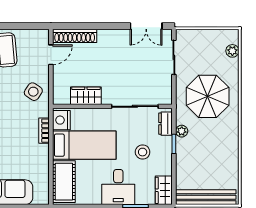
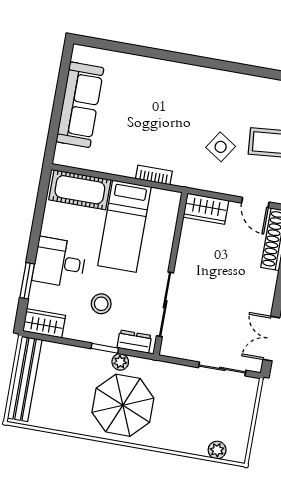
side table: (33, 92) -> (221, 147), moved
wardrobe: (86, 96) -> (206, 209), moved, turned 90
parasol: (208, 96) -> (123, 405), moved
nightstand: (61, 120) -> (164, 201), removed

